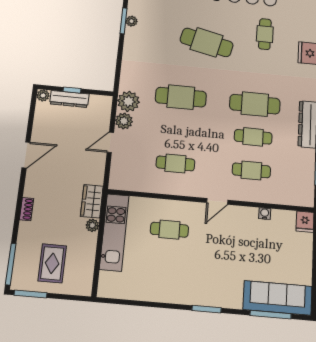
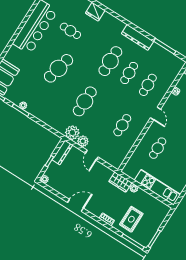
dresser: (69, 99) -> (62, 152), moved
door: (26, 155) -> (75, 205), hinge flipped
kitchen unit: (114, 232) -> (157, 187), moved
rug: (52, 263) -> (131, 219), moved, turned 90

